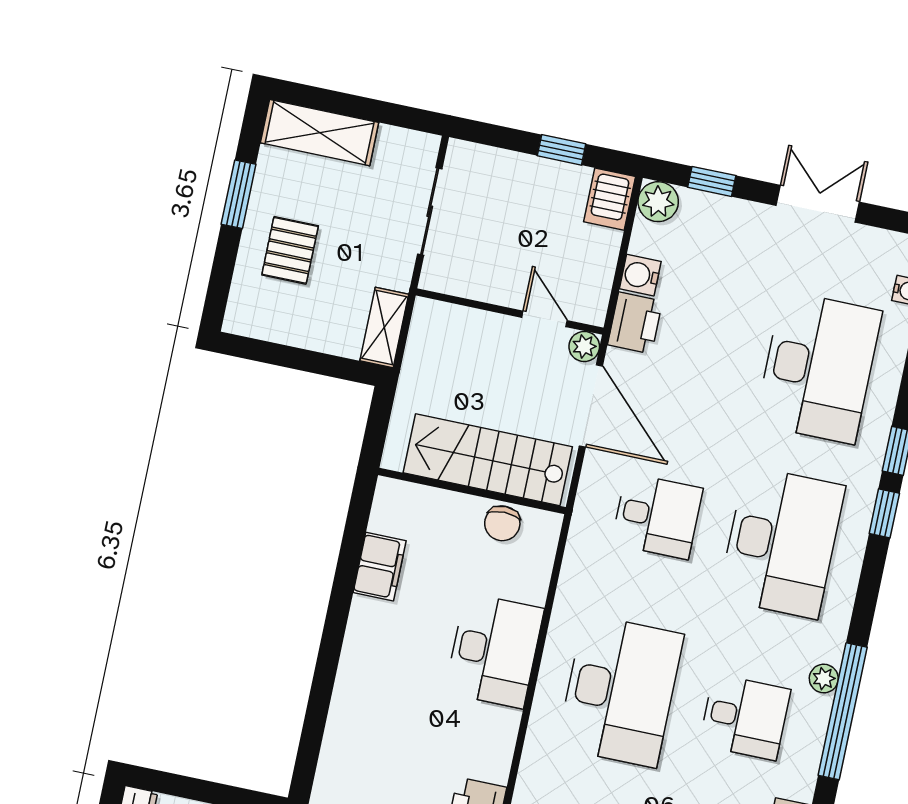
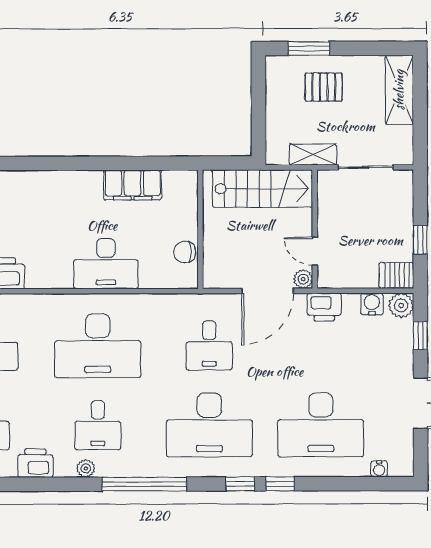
window: (239, 194) -> (309, 48), moved
water cooler: (640, 275) -> (372, 304), moved
door: (544, 319) -> (315, 251), swing flipped
shelving: (384, 328) -> (313, 155), moved
stairs: (488, 460) -> (262, 189), moved, turned 90
filing cabinet: (380, 567) -> (133, 185), width x1.50, depth x1.17
plant: (824, 679) -> (86, 468), moved
window: (843, 711) -> (144, 484), moved

